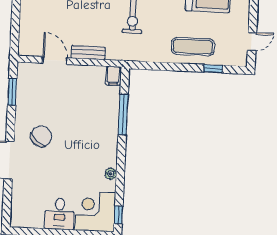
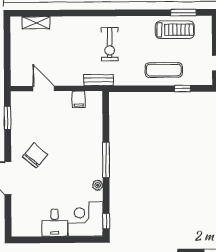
bench: (88, 53) -> (99, 80), moved
filing cabinet: (113, 76) -> (79, 99), moved
window: (123, 114) -> (106, 160), moved

